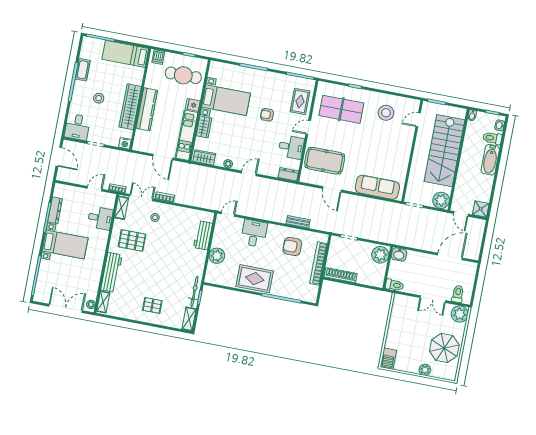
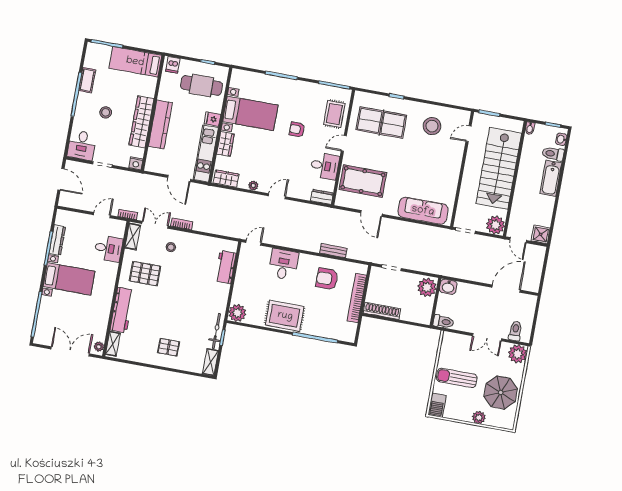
plant: (217, 256) -> (237, 313), moved
sun lounger: (406, 335) -> (457, 378), added

